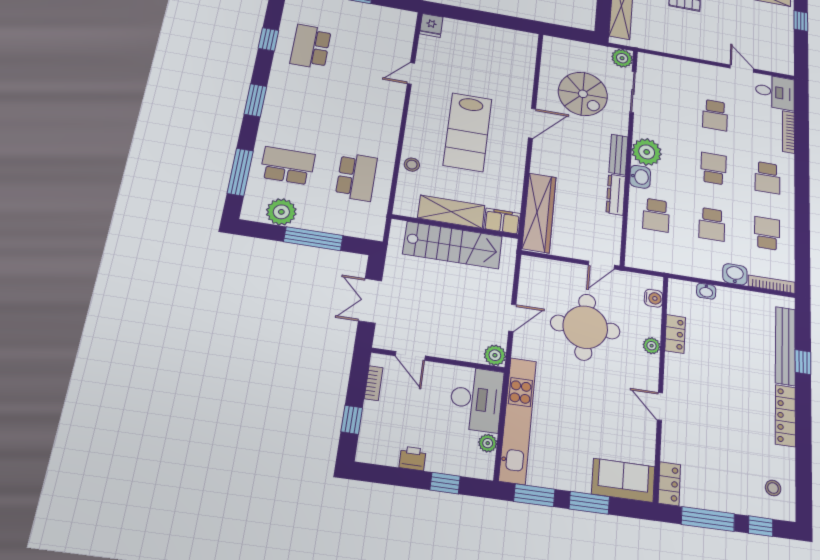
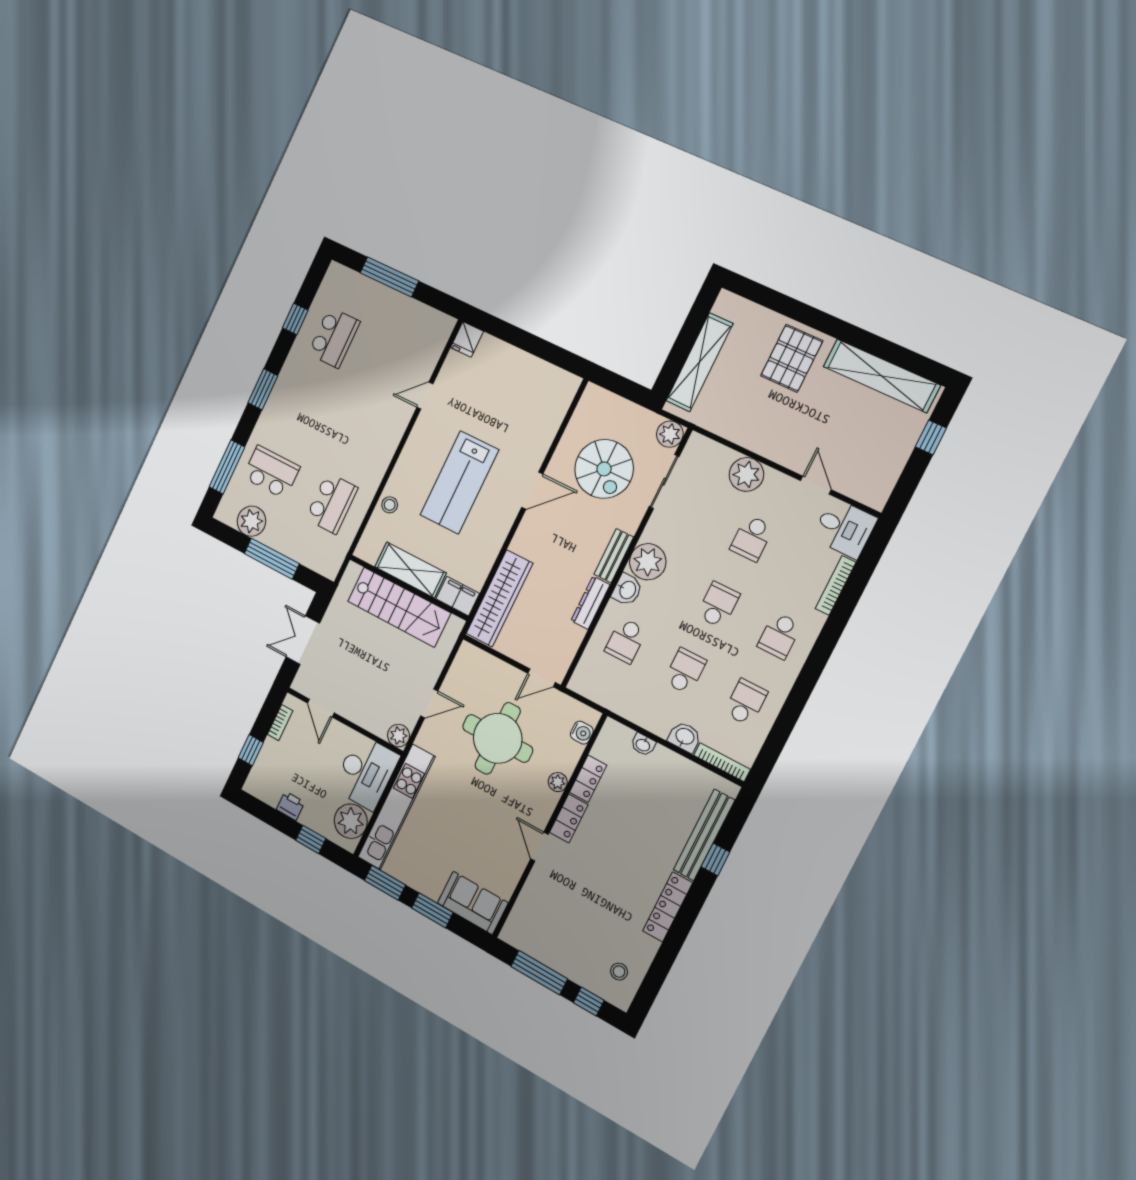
school desk: (311, 47) -> (334, 338), turned 180
plant: (690, 73) -> (746, 474), added
school desk: (712, 224) -> (685, 671), turned 180
plant: (488, 443) -> (351, 821), width x1.88, depth x1.88
locker: (669, 484) -> (569, 819), moved

